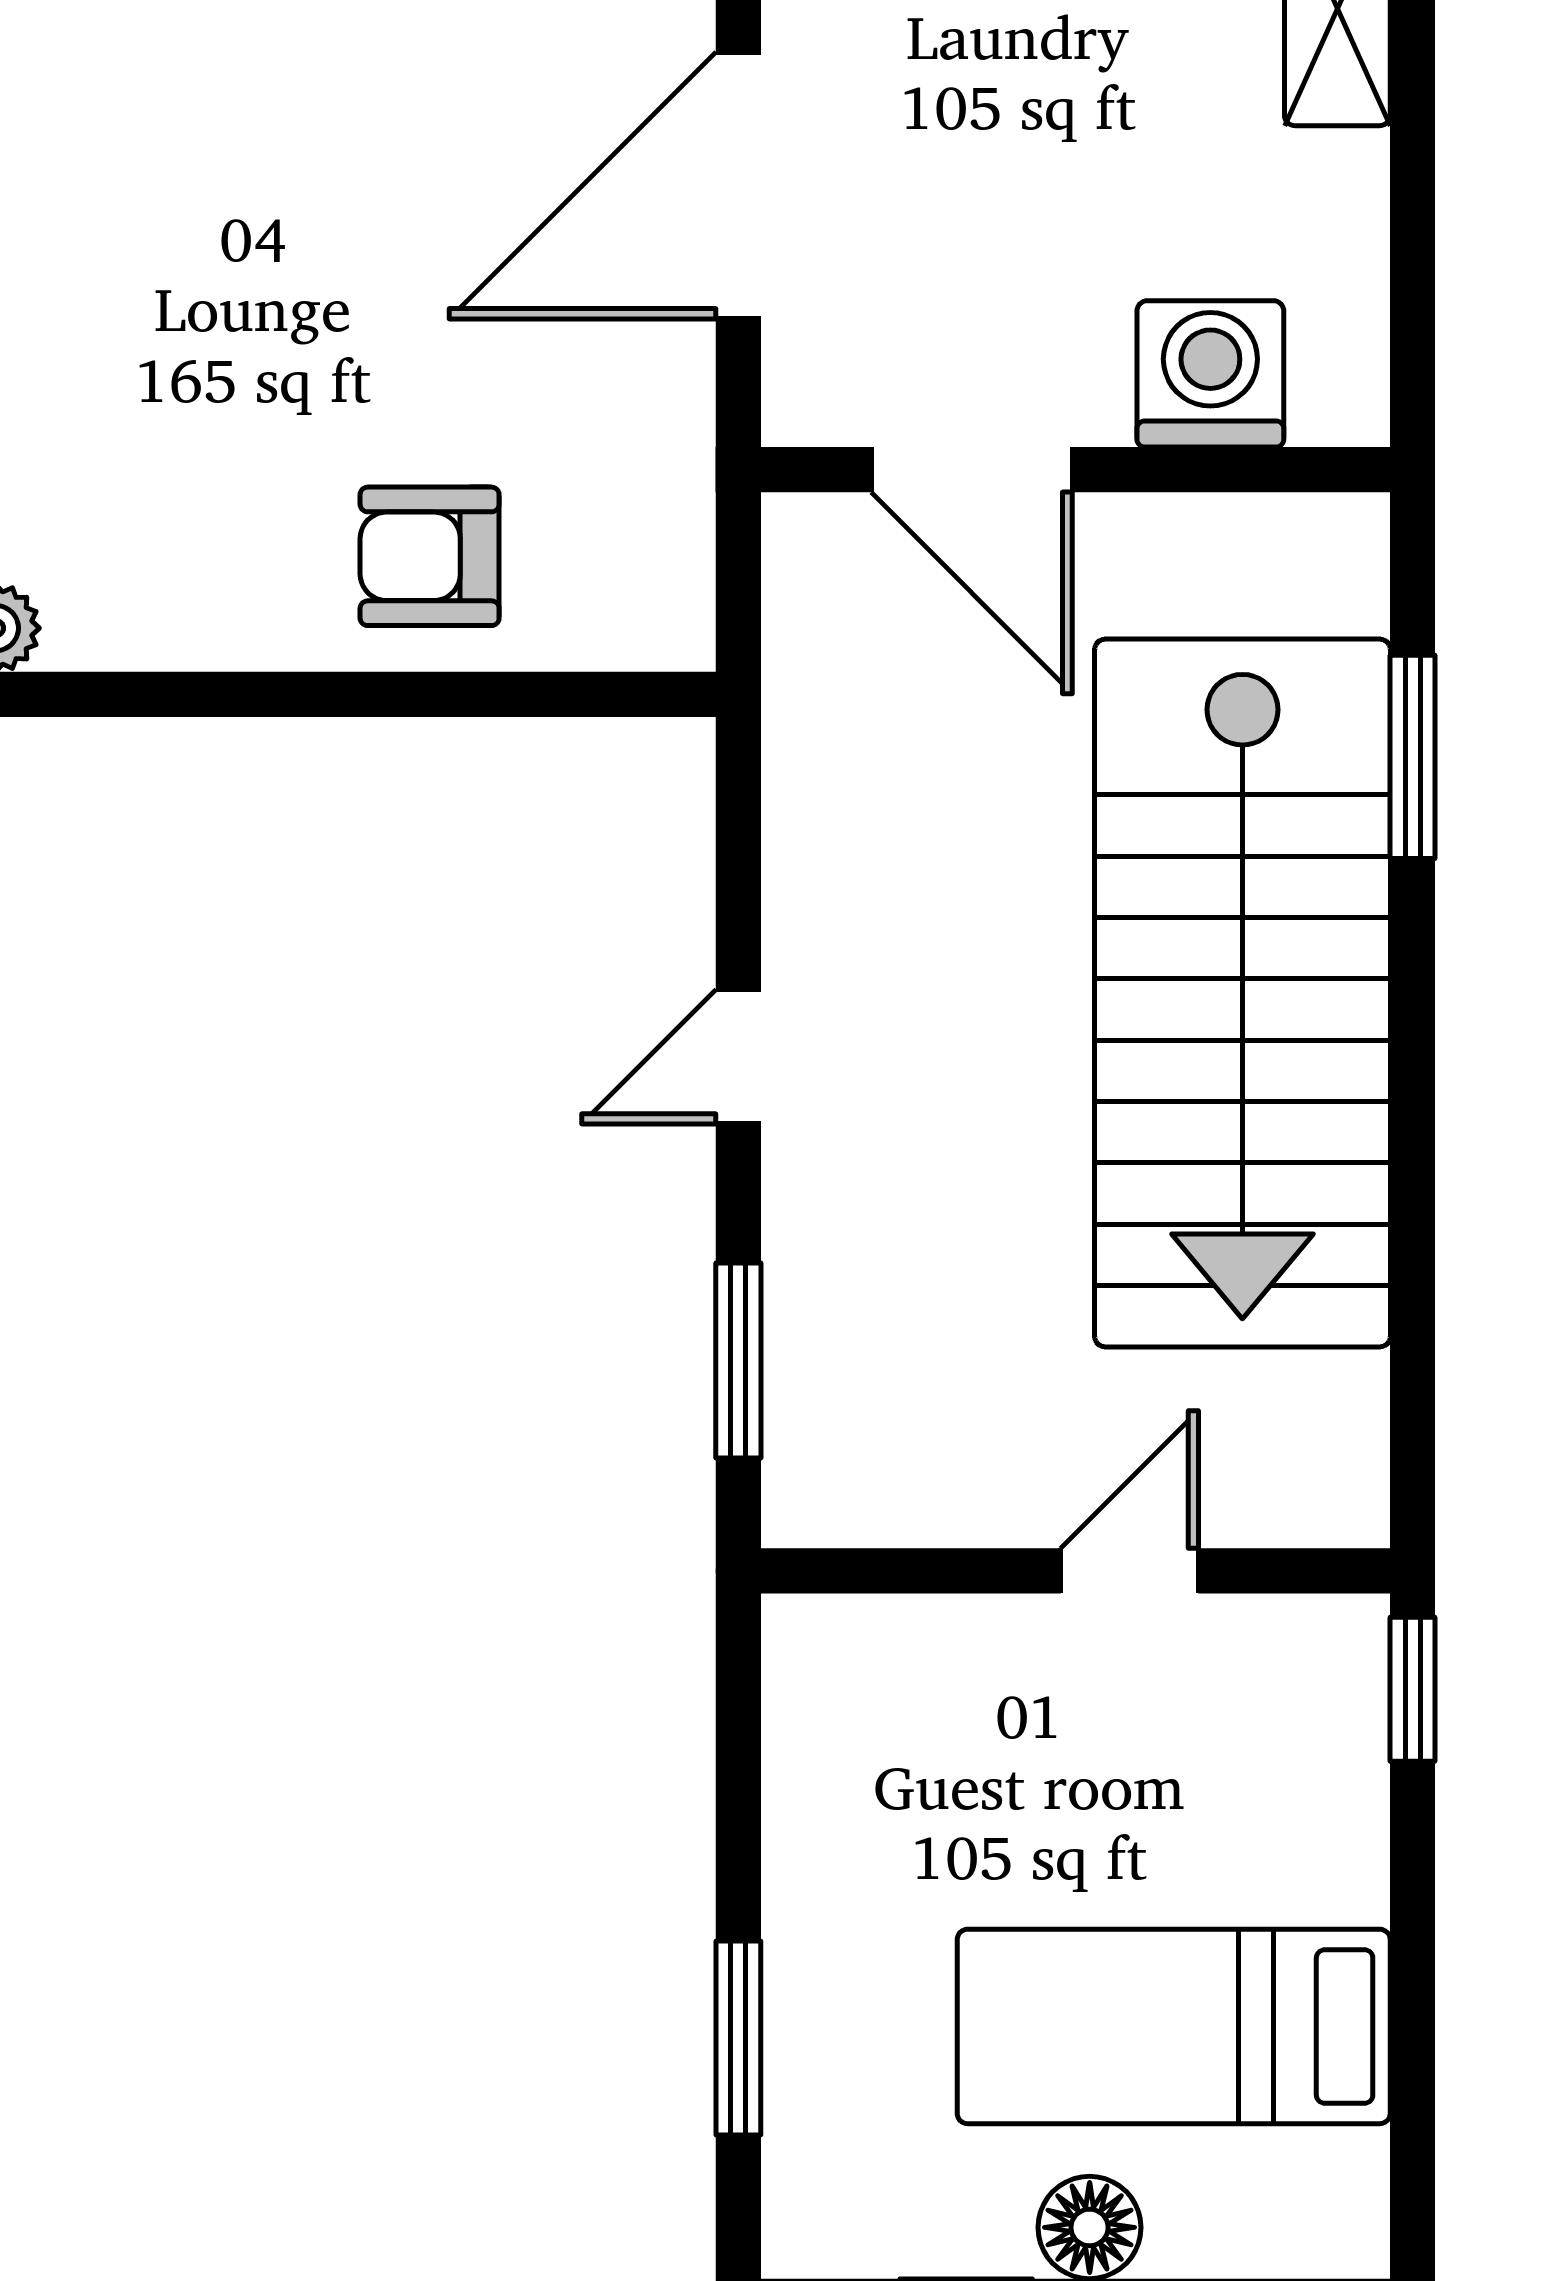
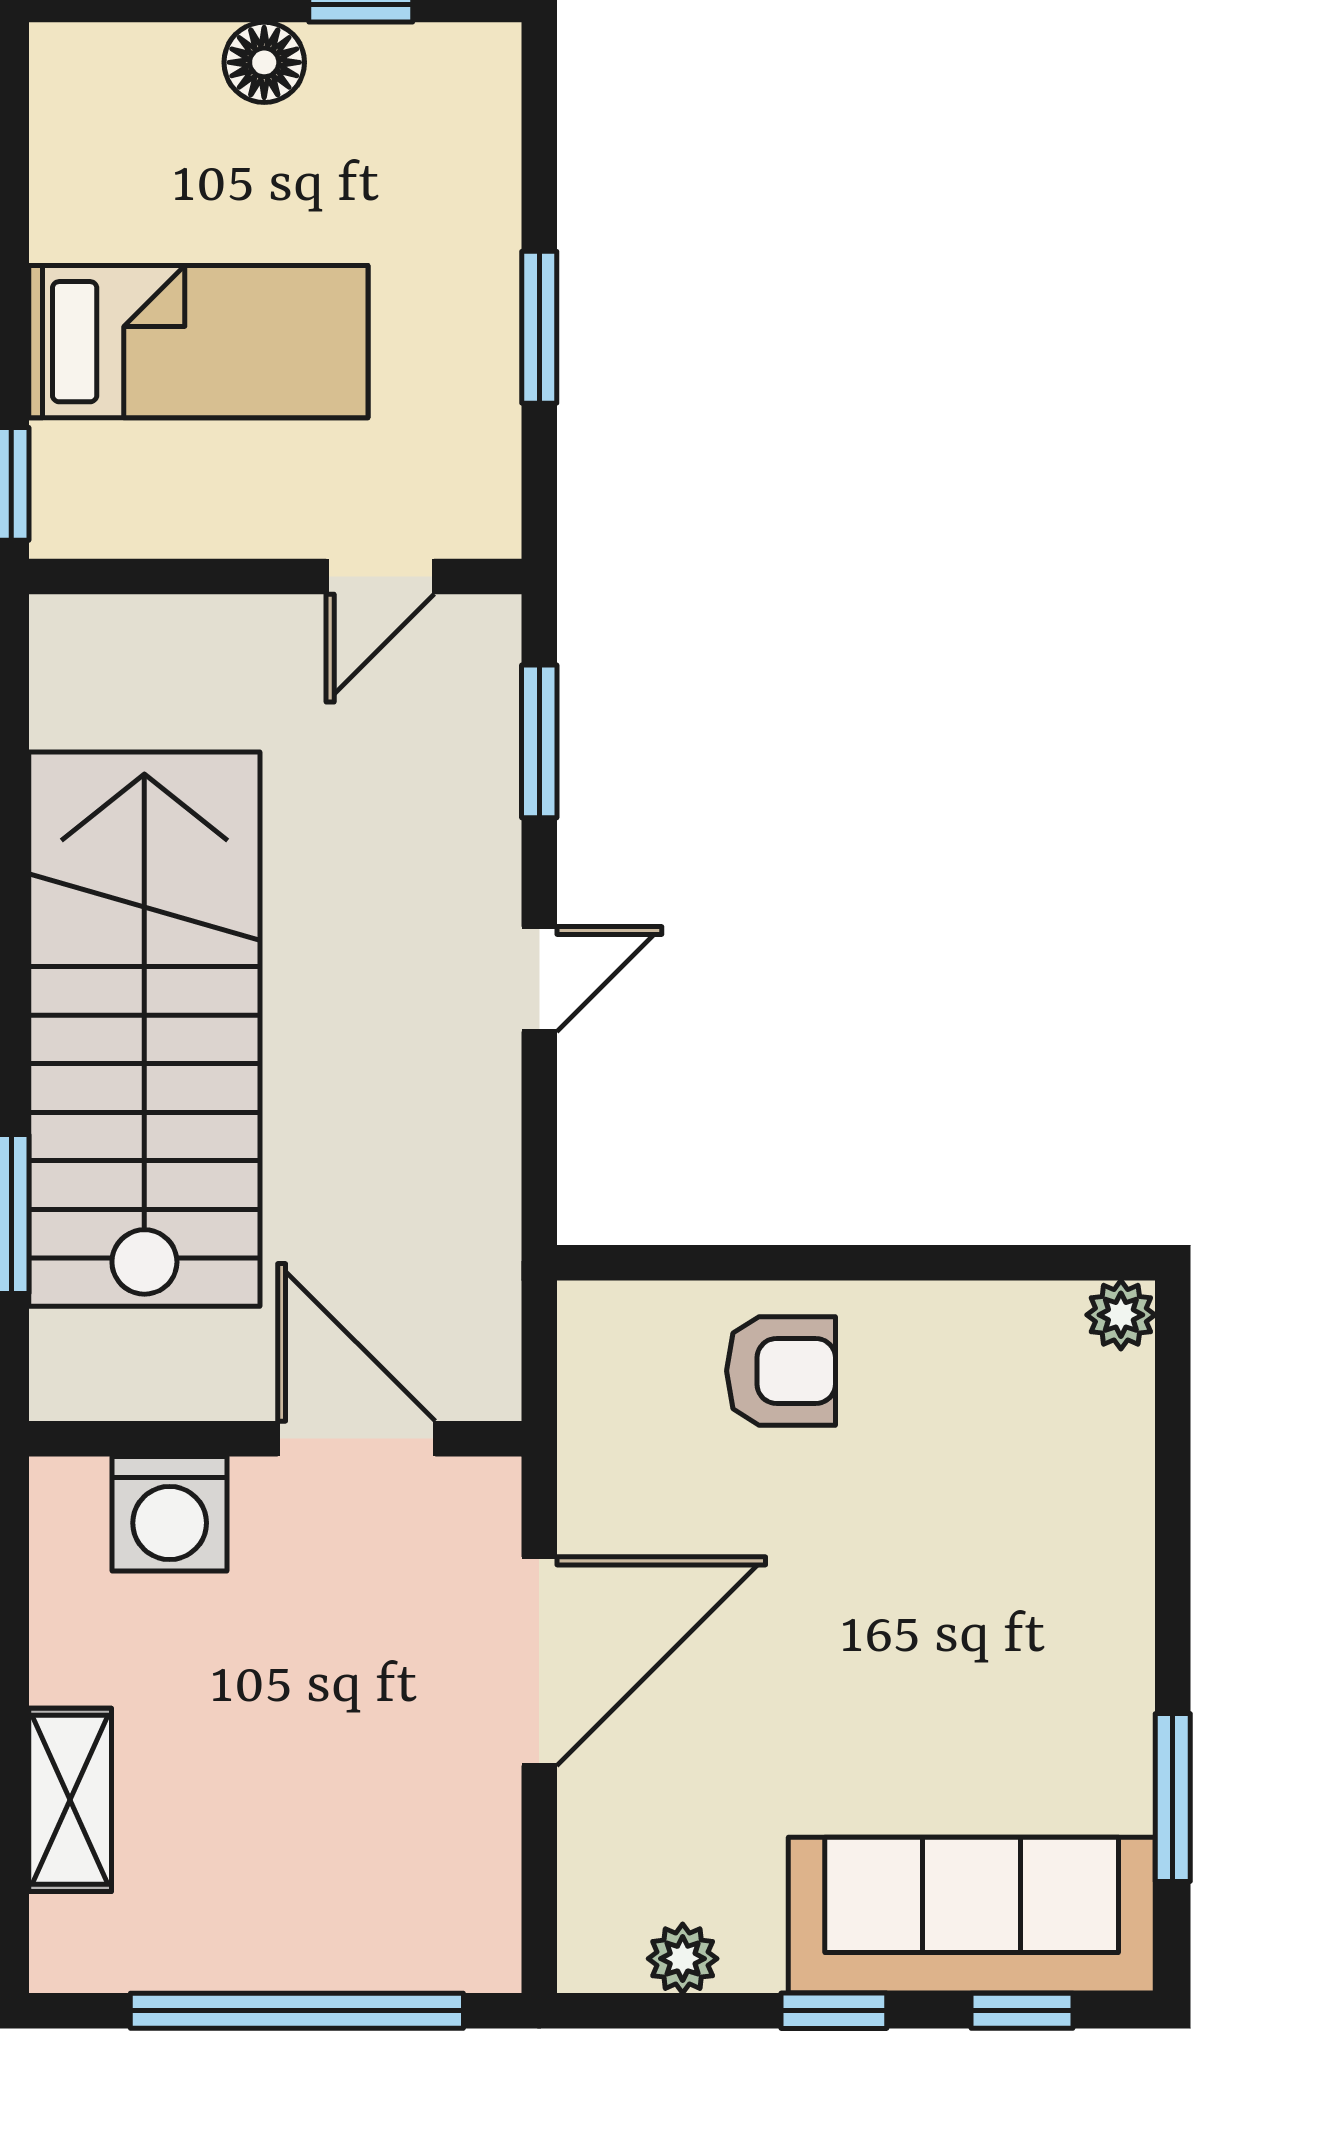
door: (1130, 1571) -> (380, 577), moved
bed: (1174, 2026) -> (198, 342), moved
window: (738, 2038) -> (539, 327), moved

